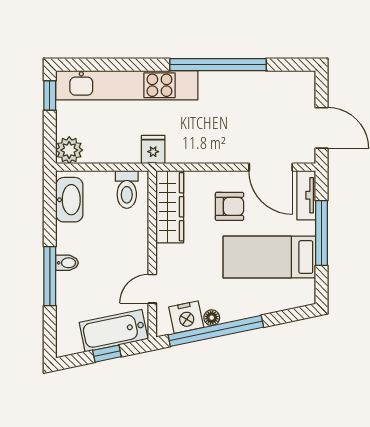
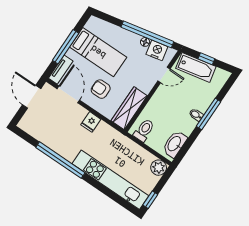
fridge: (153, 149) -> (91, 122), moved

